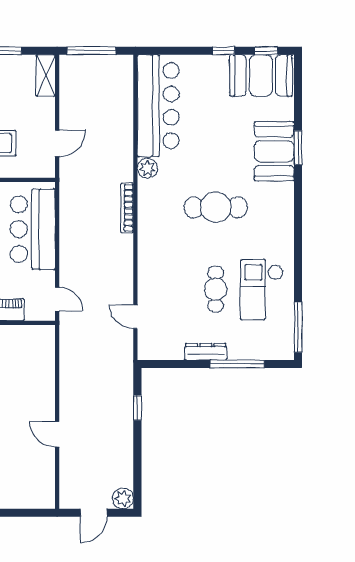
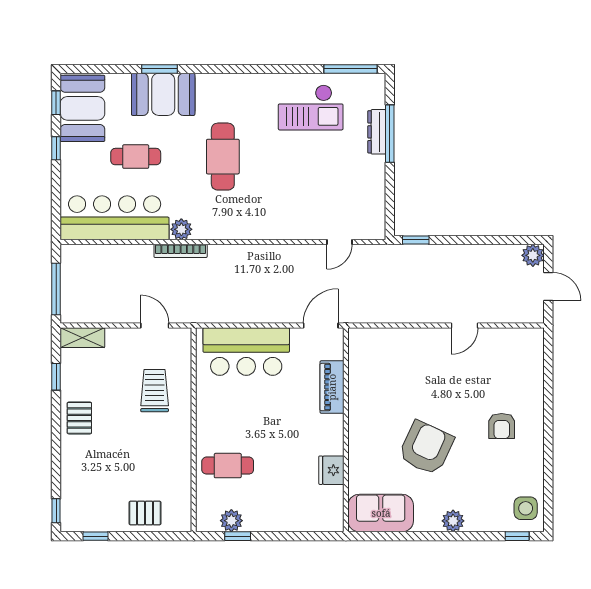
bookcase: (127, 208) -> (181, 251), moved
cafe table: (216, 289) -> (136, 157), moved
door: (57, 299) -> (321, 326), width x1.38
dresser: (206, 352) -> (377, 132), moved
window: (137, 408) -> (416, 240), moved

